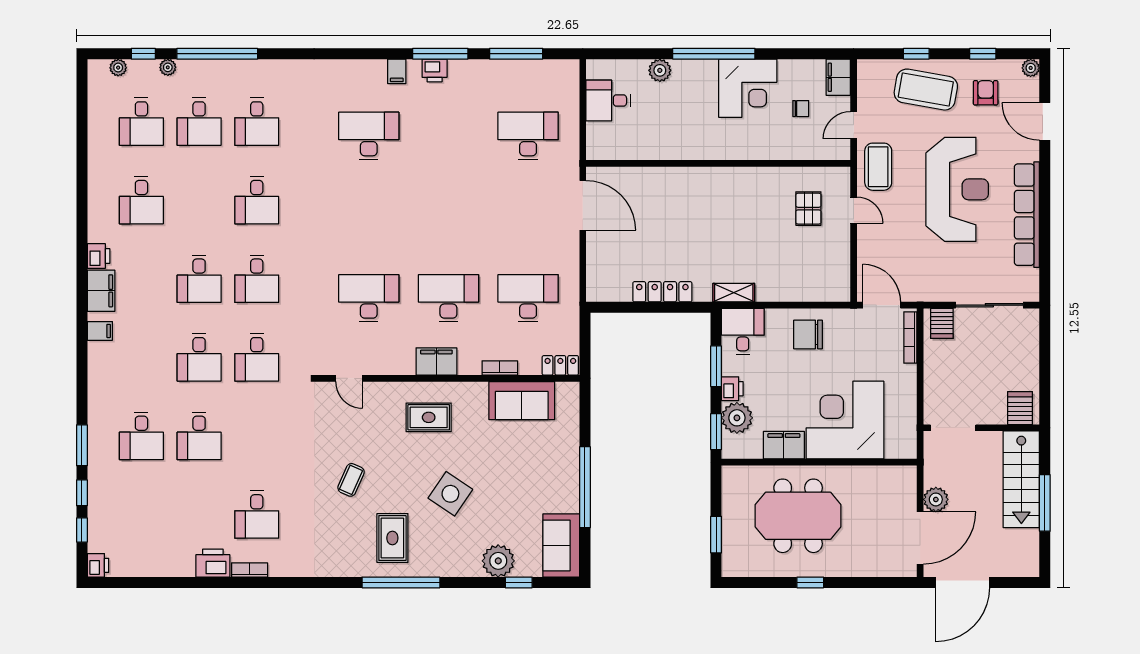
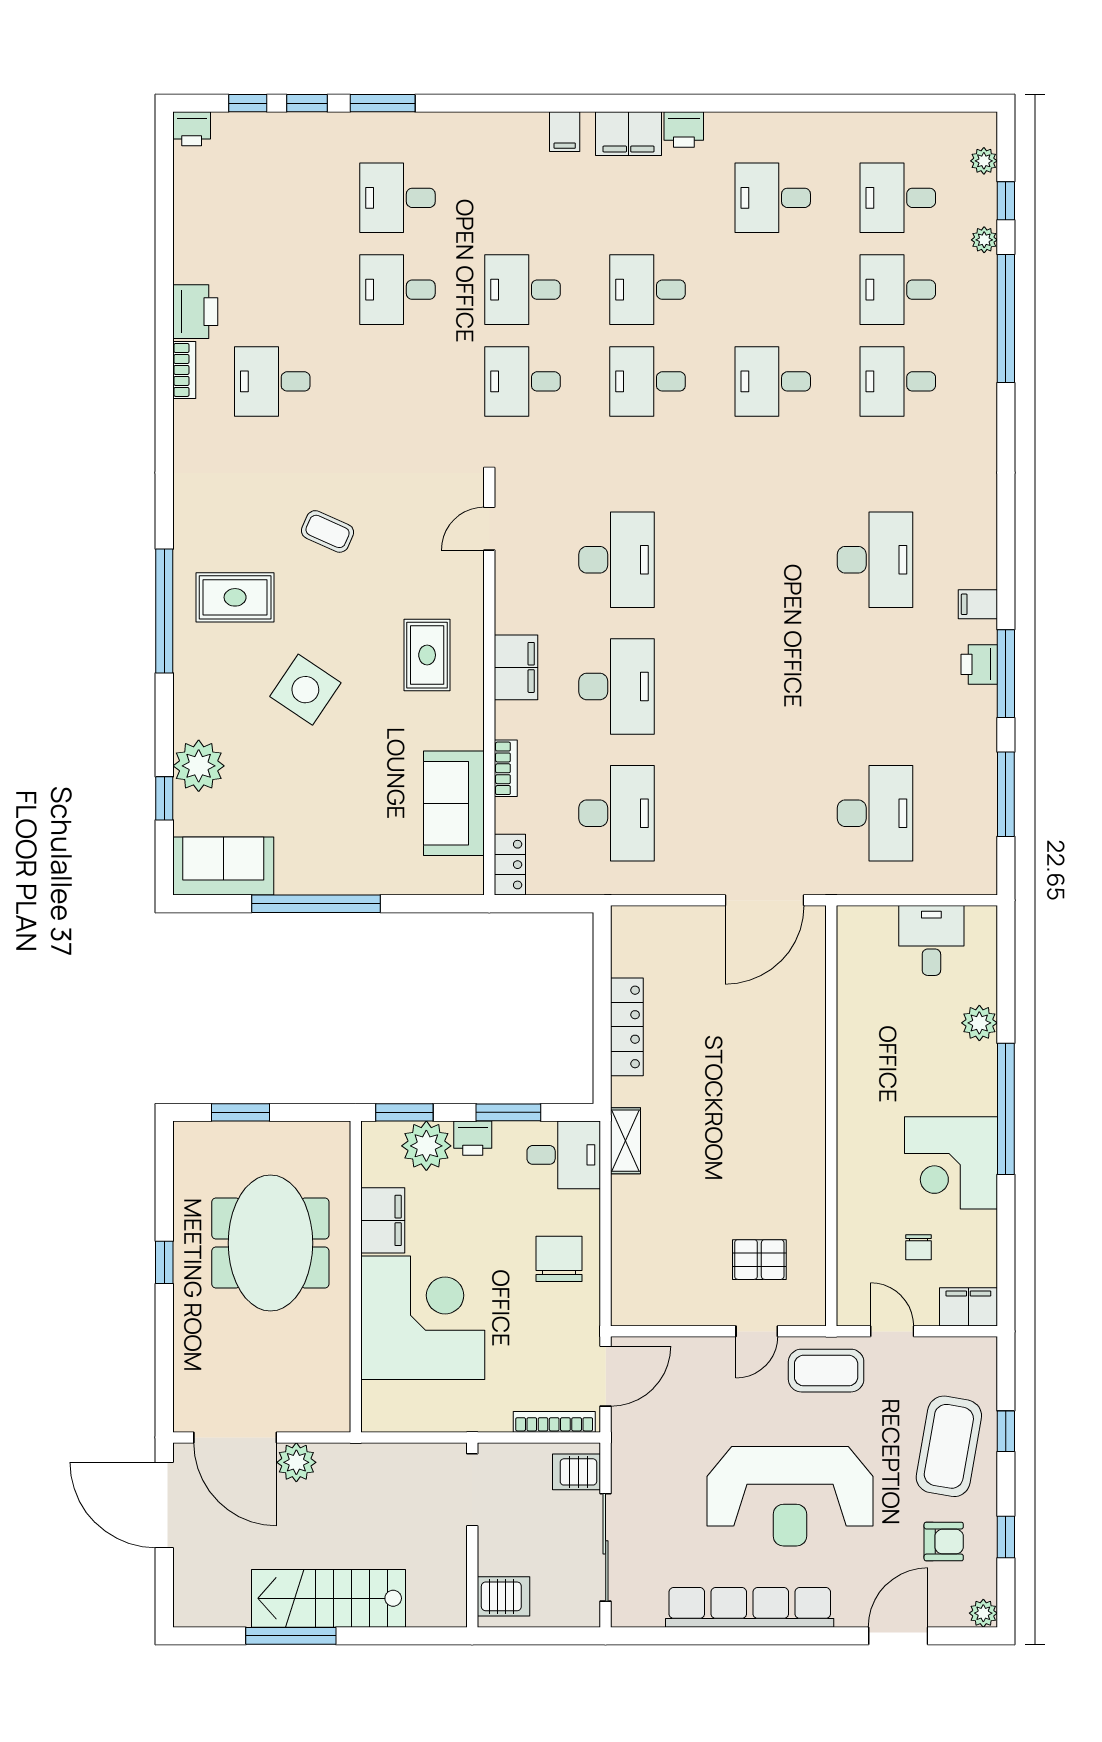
server rack: (1020, 408) -> (503, 1596), moved
doorway: (953, 428) -> (472, 1490), moved
wall: (981, 428) -> (472, 1535), moved

